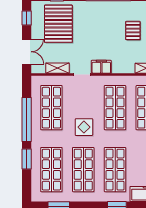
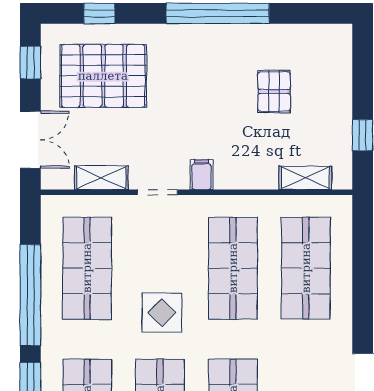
pallet: (58, 24) -> (103, 76), turned 90
filing cabinet: (101, 67) -> (202, 175), width x0.50

